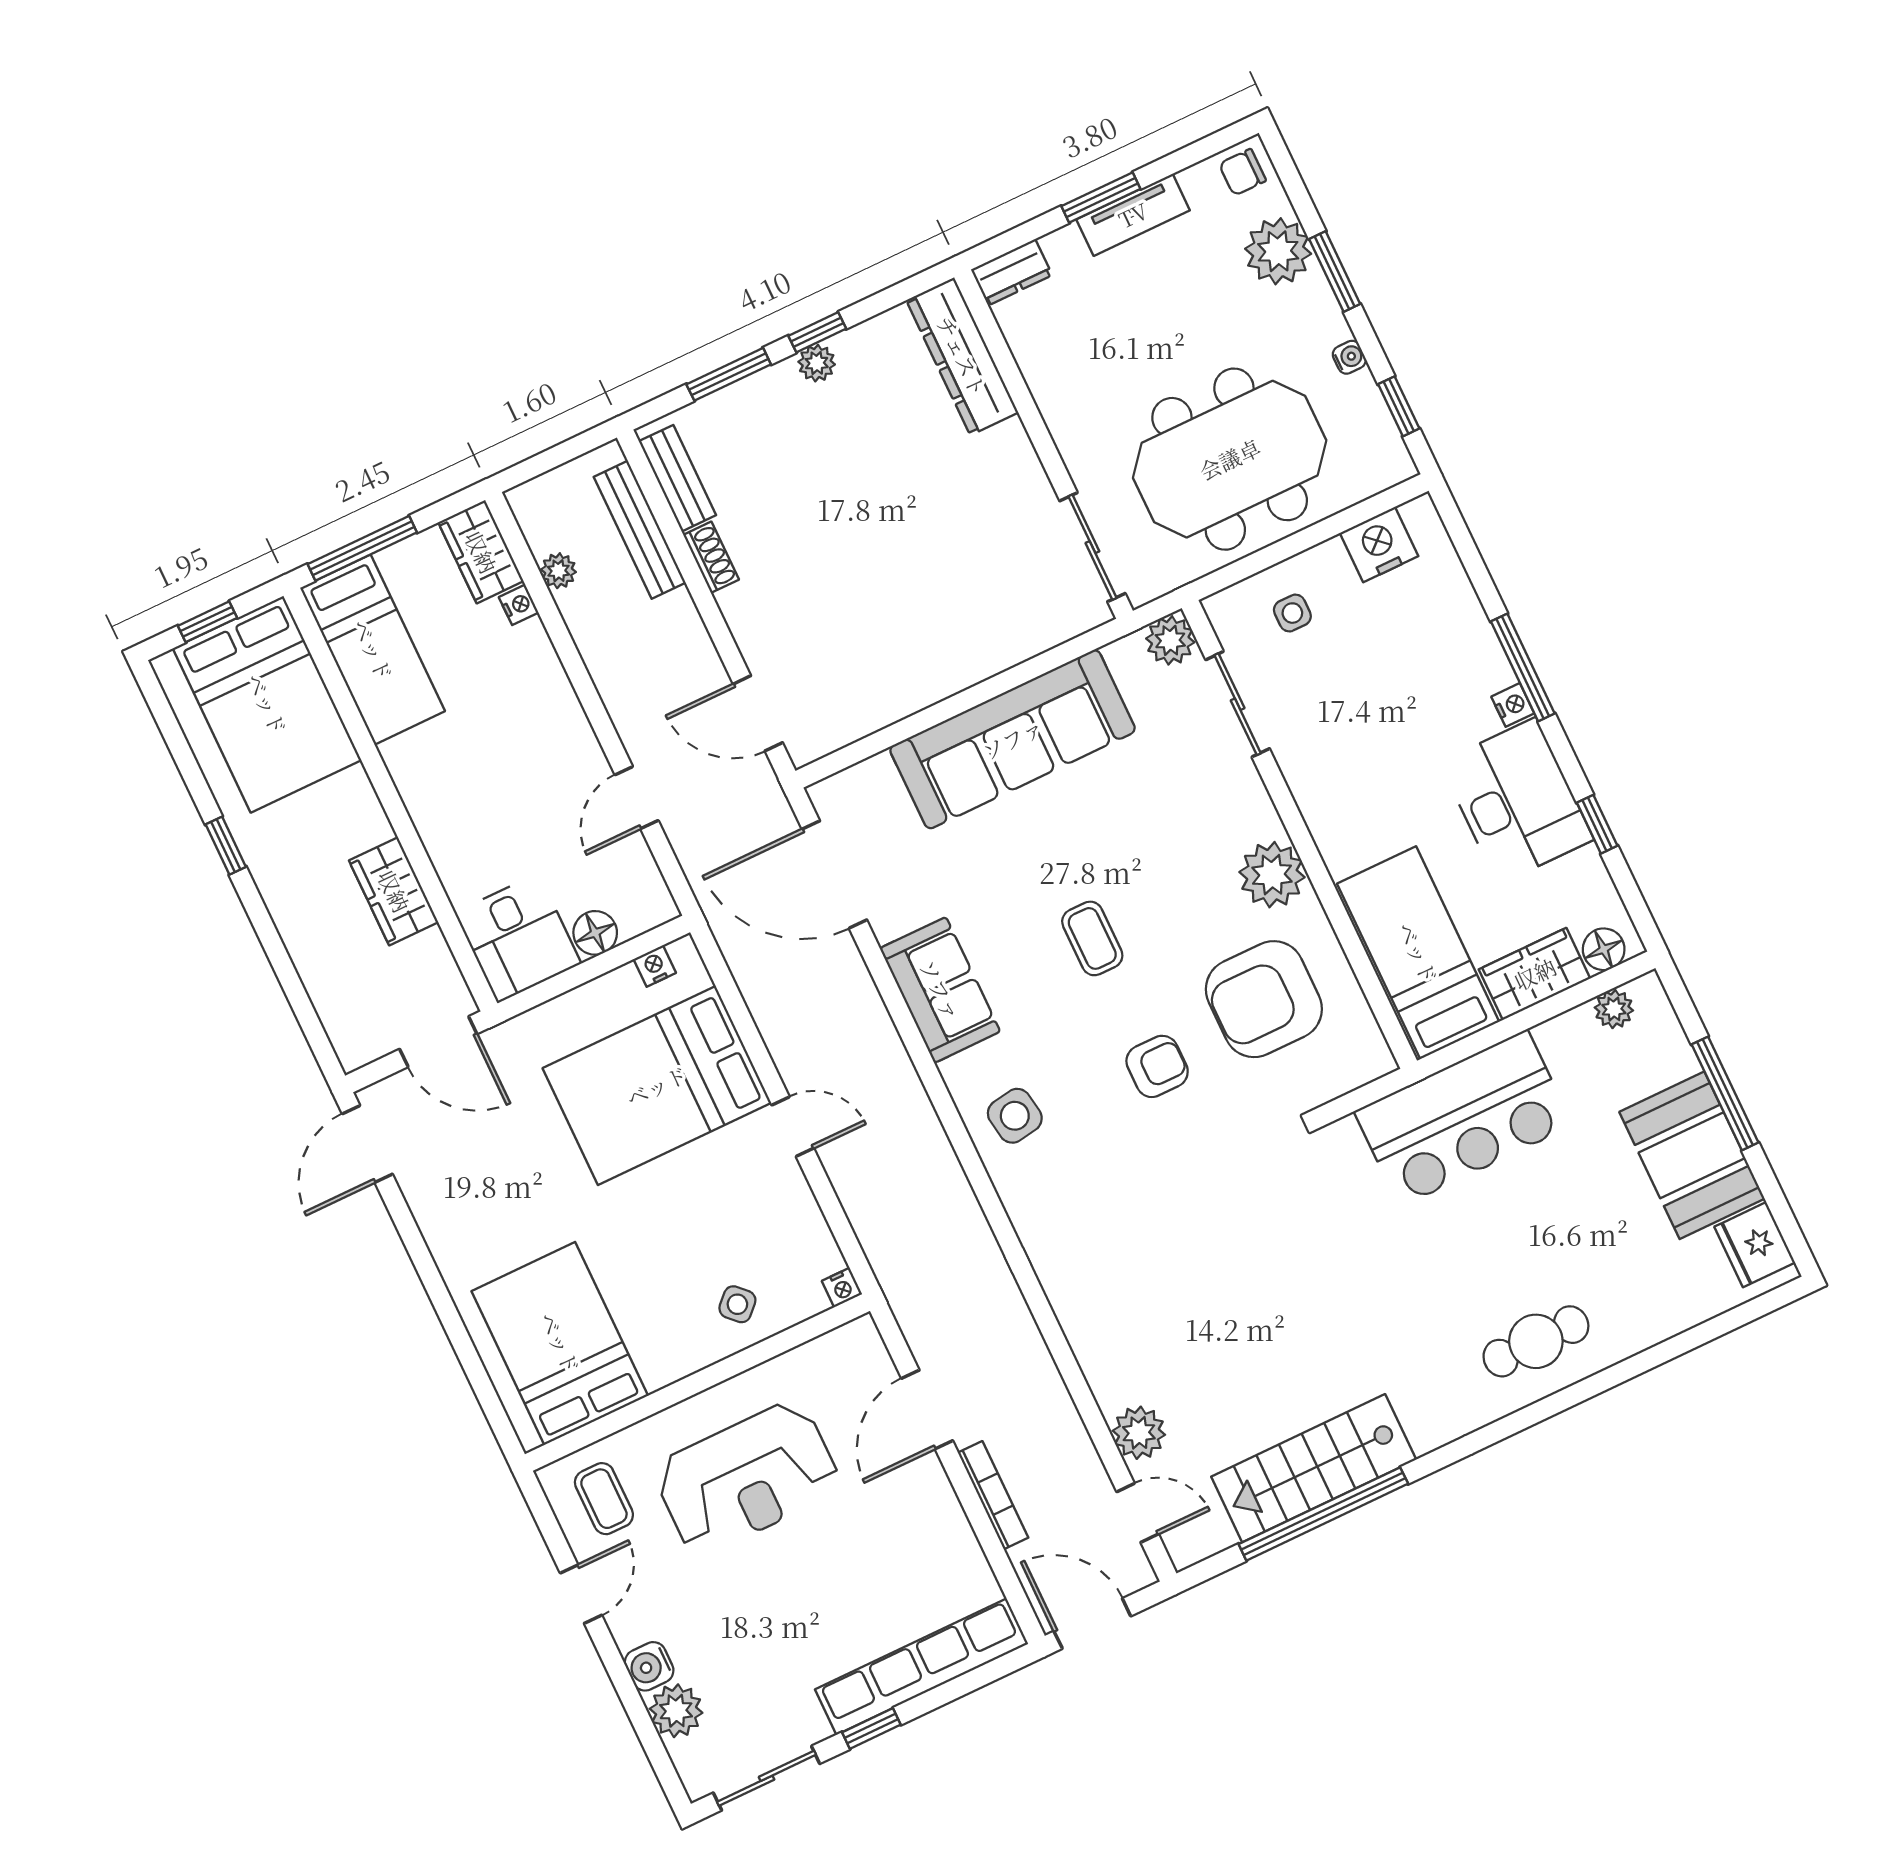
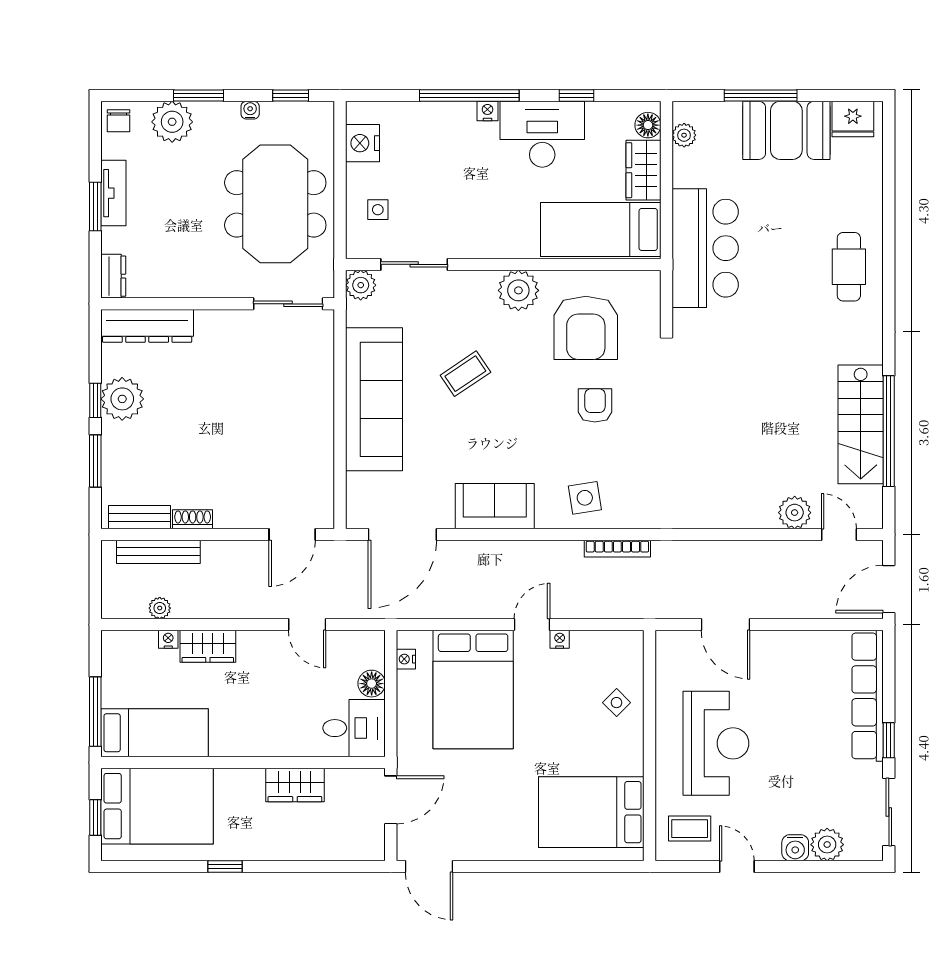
plant: (817, 363) -> (122, 399), width x1.87, depth x1.87
wardrobe: (481, 552) -> (208, 646), moved
window: (1523, 667) -> (469, 96), width x1.46
coffee table: (1092, 938) -> (465, 374), moved, turned -34
nightstand: (842, 1288) -> (560, 639), moved, turned -90
bookcase: (993, 1495) -> (617, 549), moved, turned 180
door: (1138, 1513) -> (839, 535), hinge flipped

